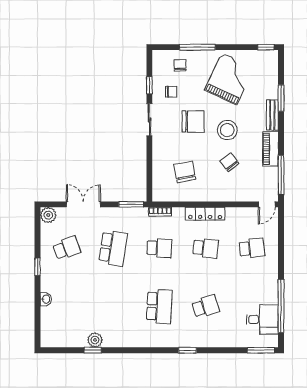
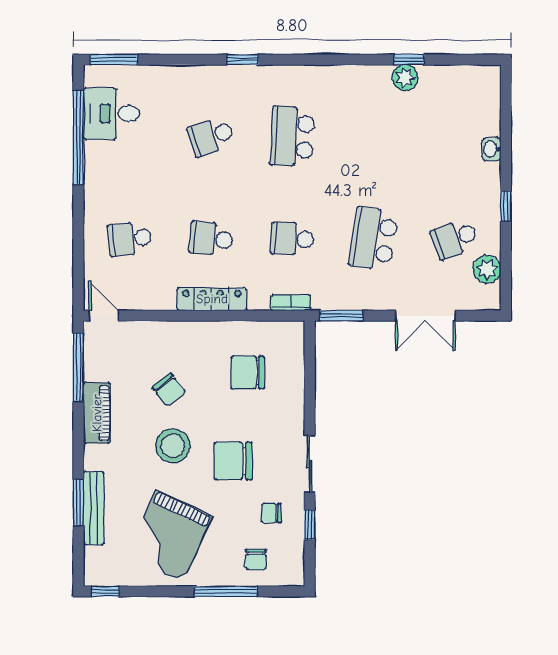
bench: (272, 115) -> (94, 508), moved, width x1.36
chair: (185, 172) -> (248, 373), turned 101
door: (267, 204) -> (104, 316), hinge flipped
plant: (48, 215) -> (487, 269), moved

